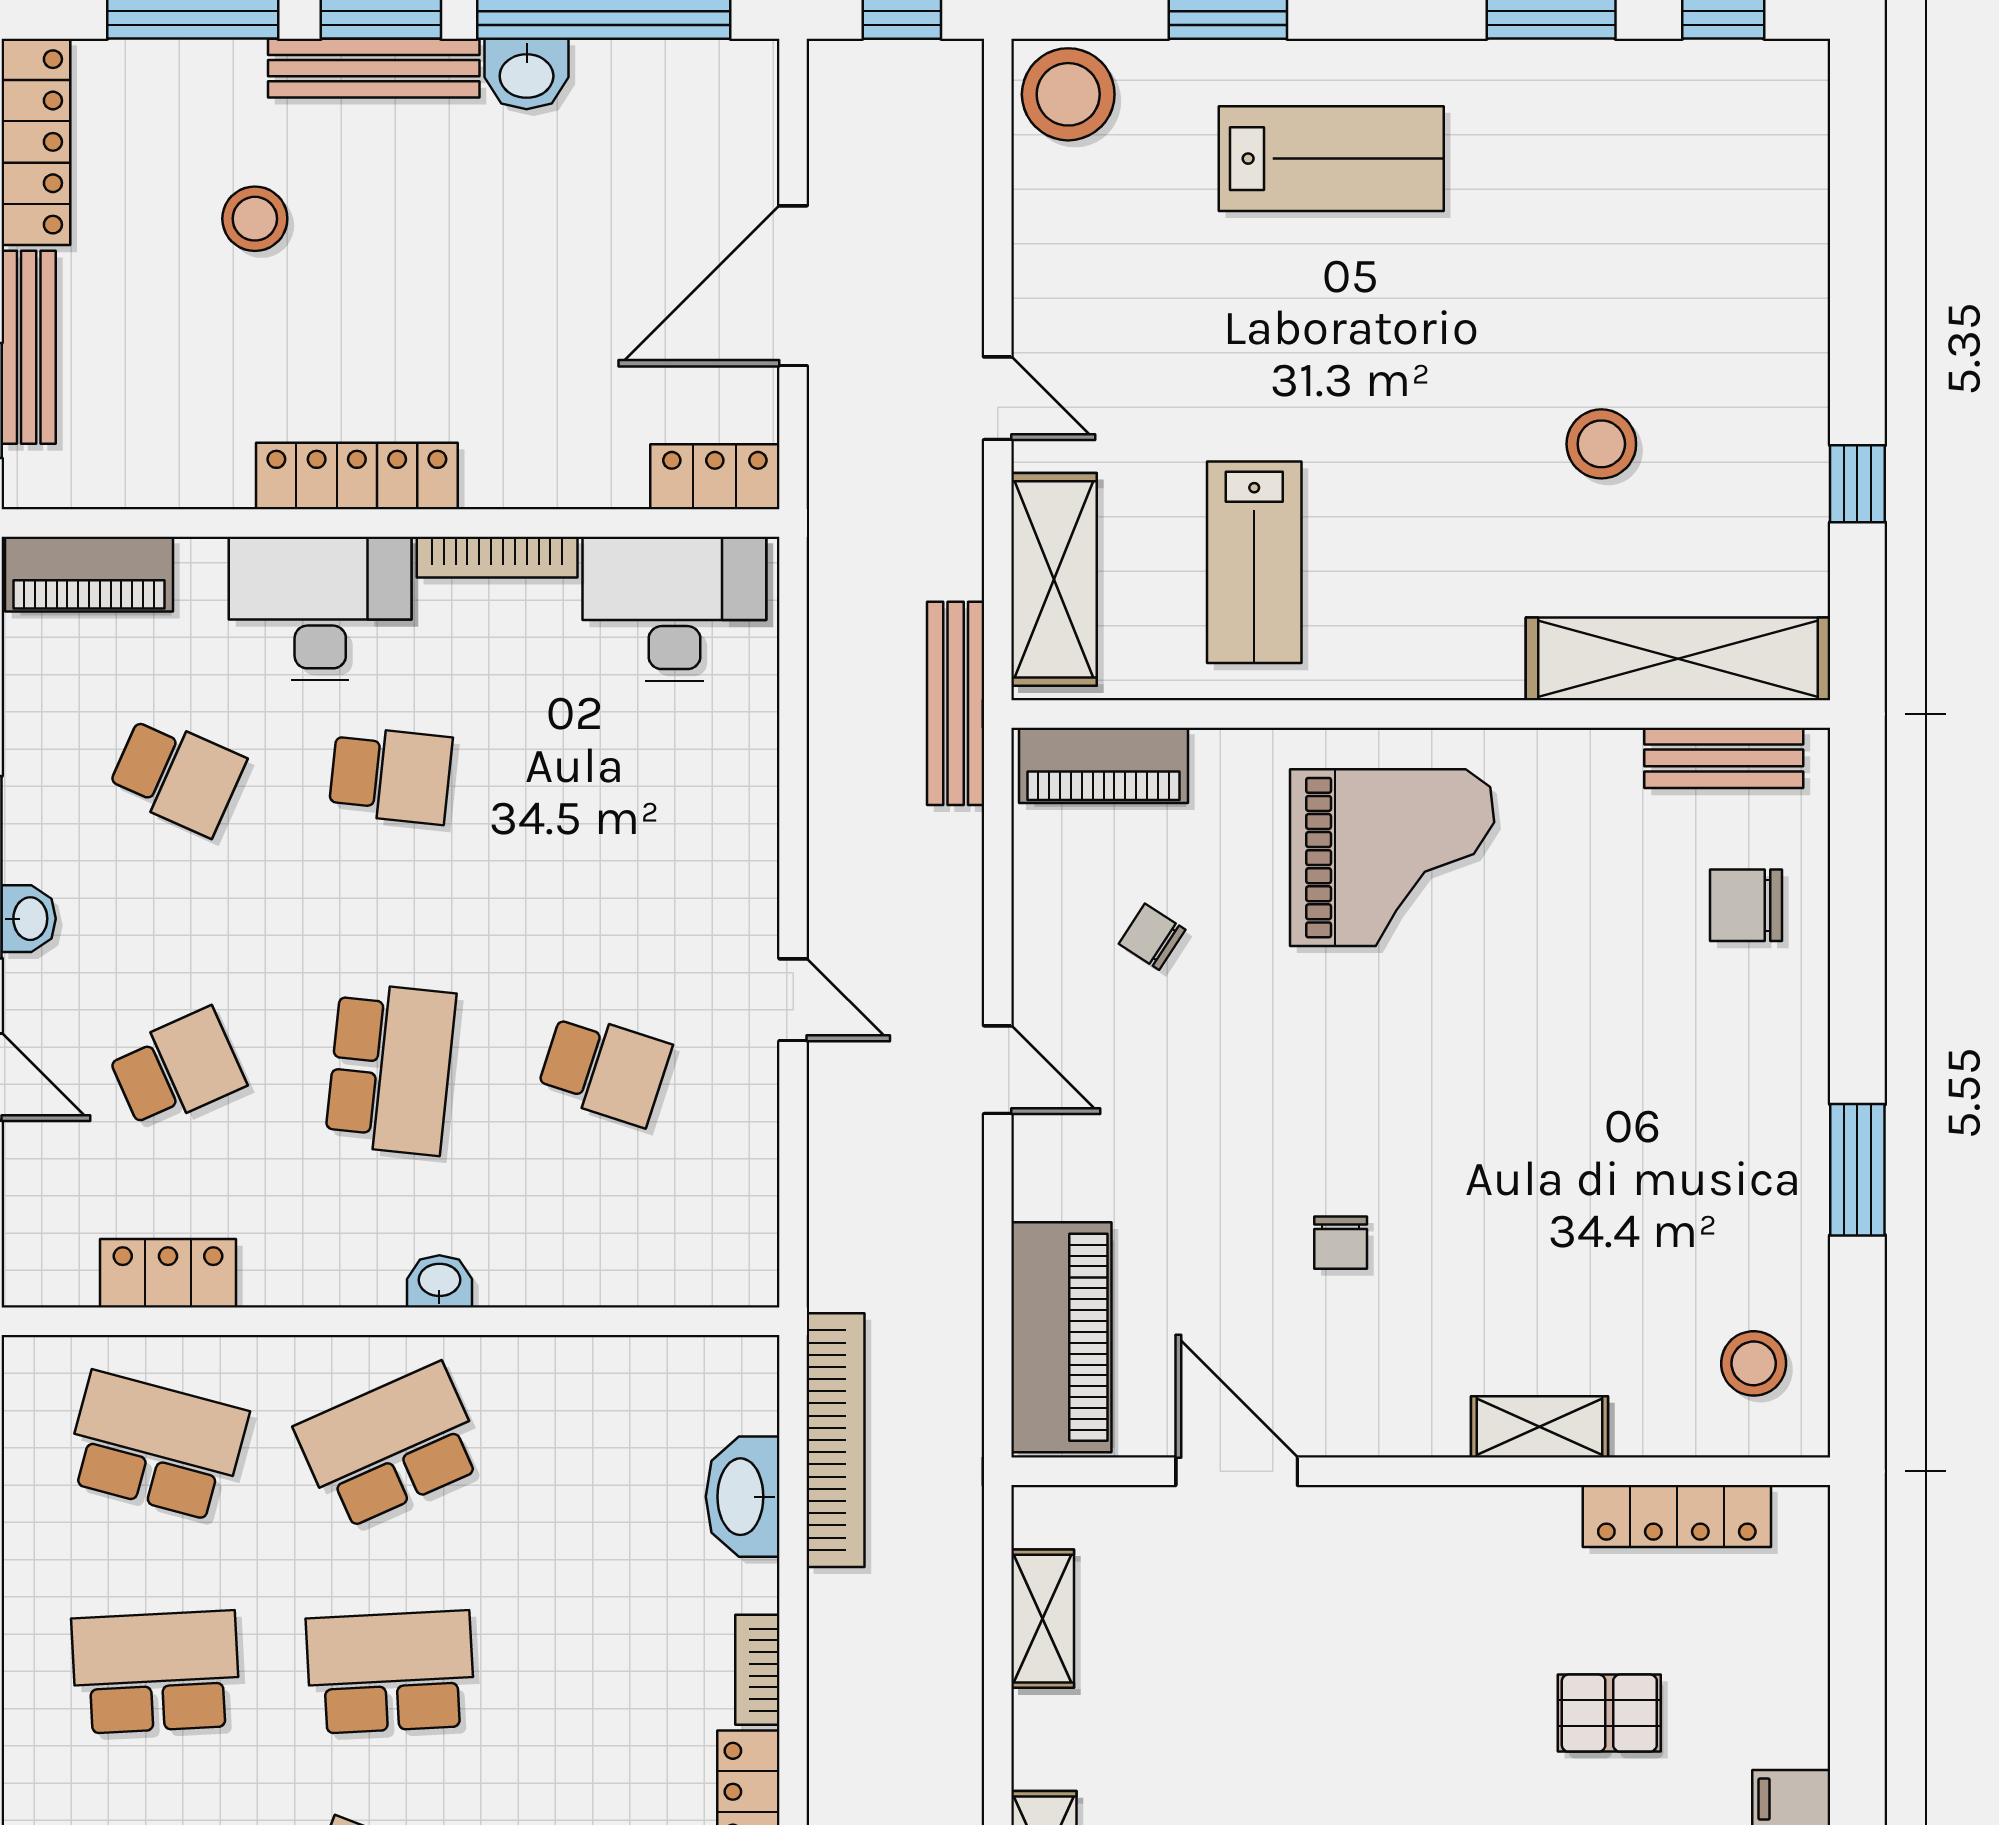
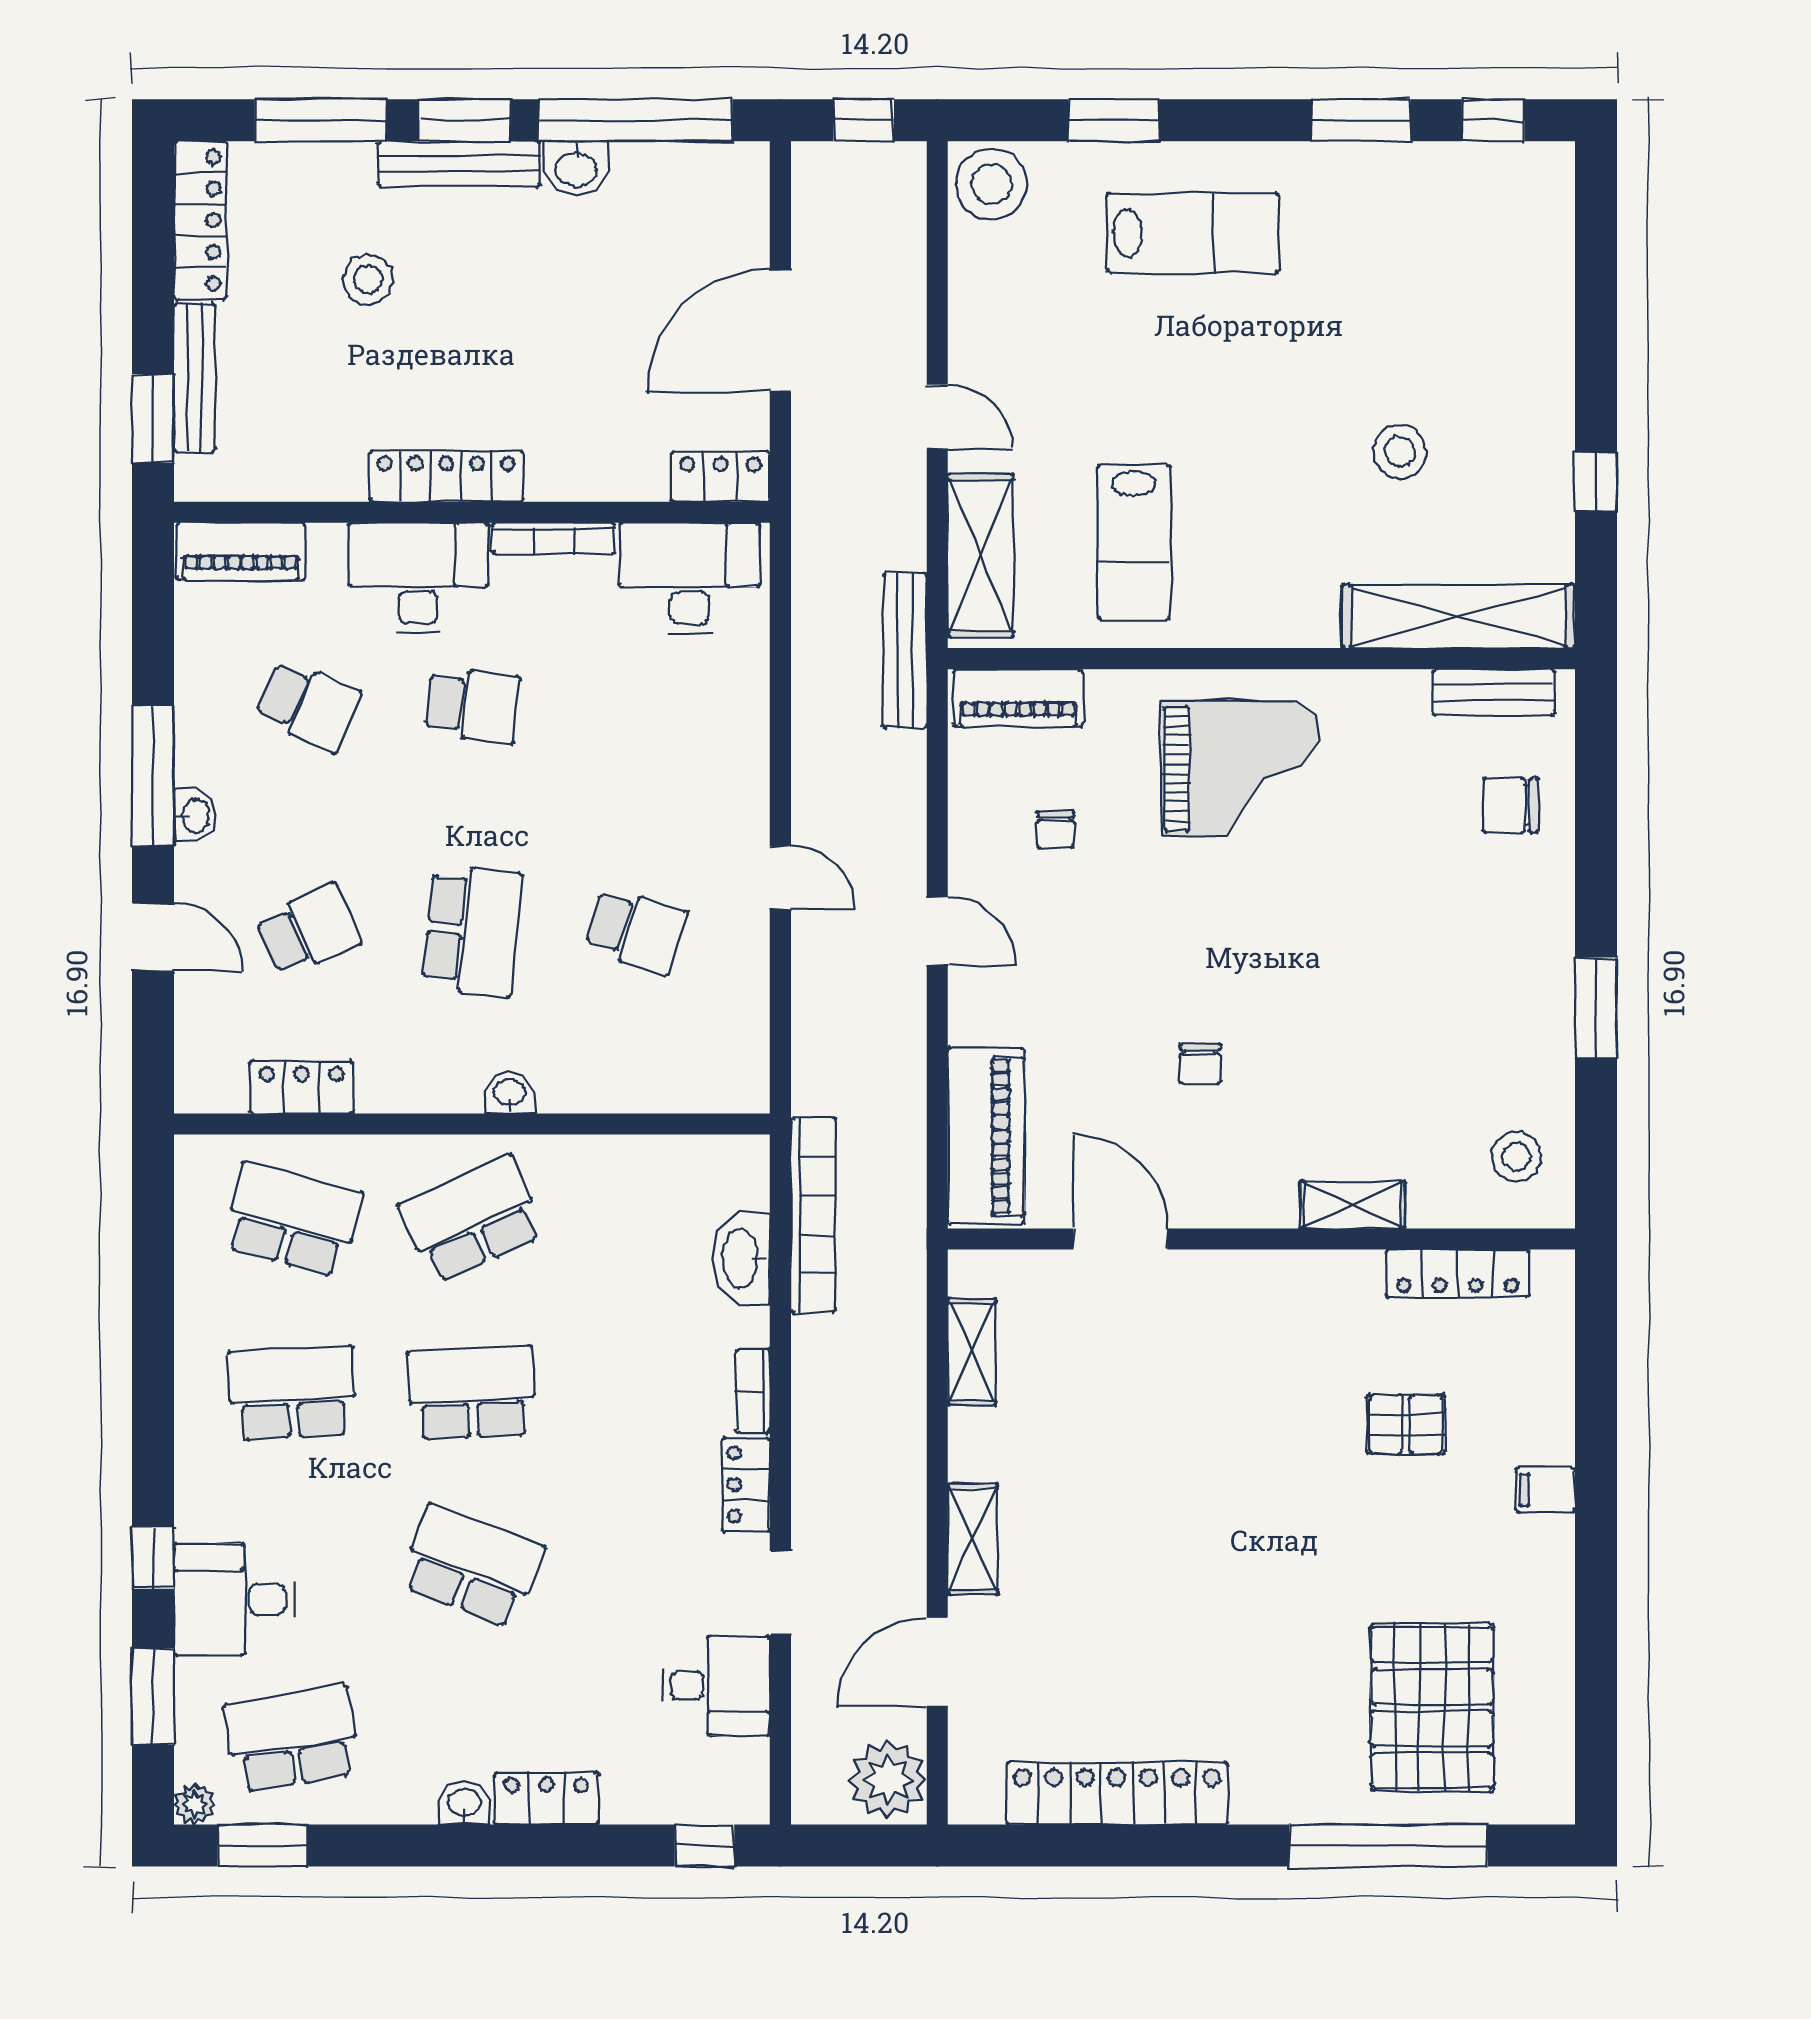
chair: (1152, 937) -> (1056, 829), turned -123

